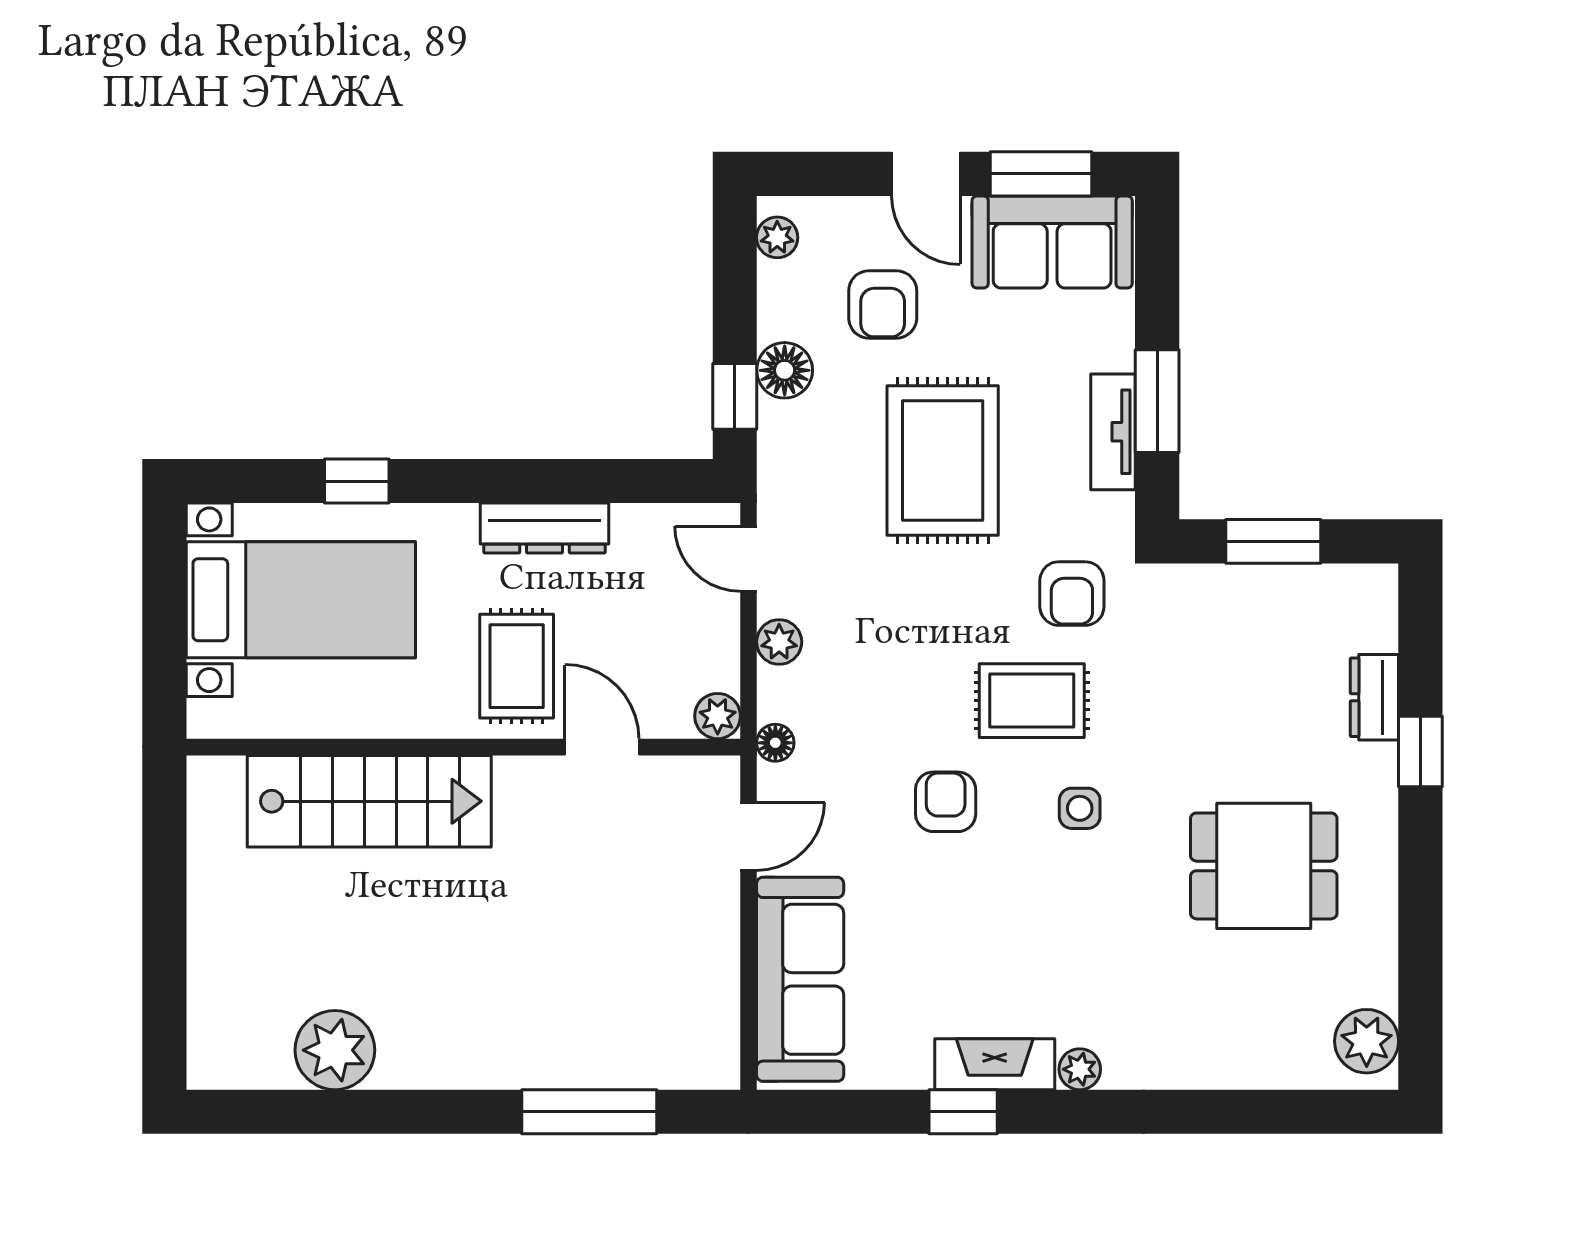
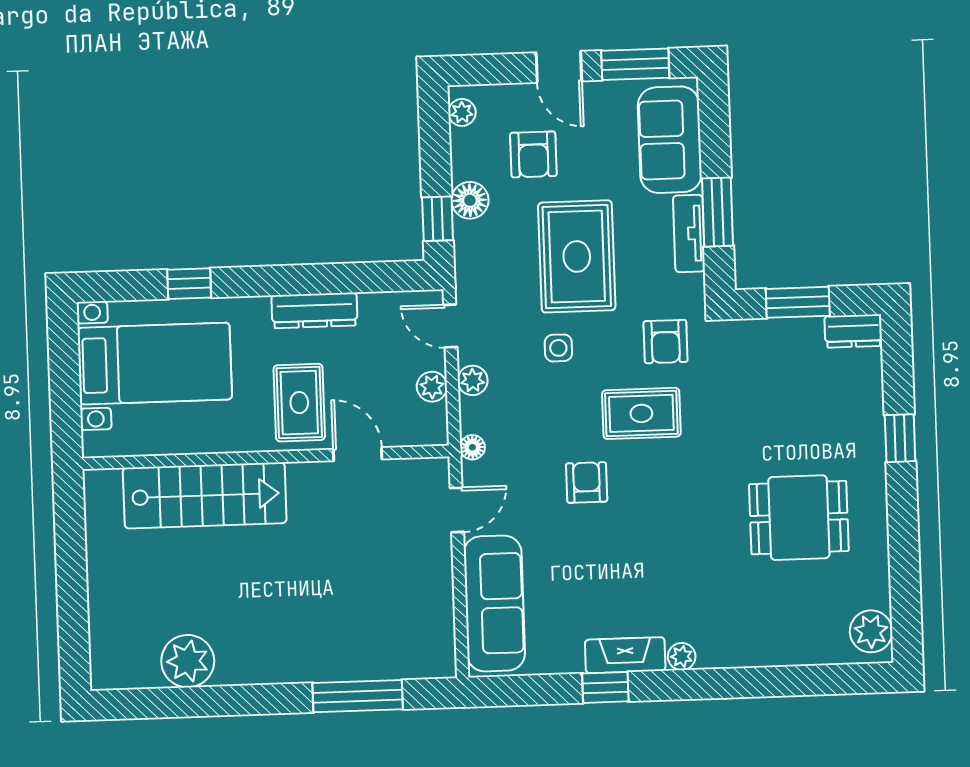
sofa: (1052, 242) -> (670, 140), moved, turned 90
dresser: (1374, 697) -> (853, 331), moved, turned -90
plant: (718, 716) -> (432, 387), moved
side table: (1080, 808) -> (558, 348), moved

